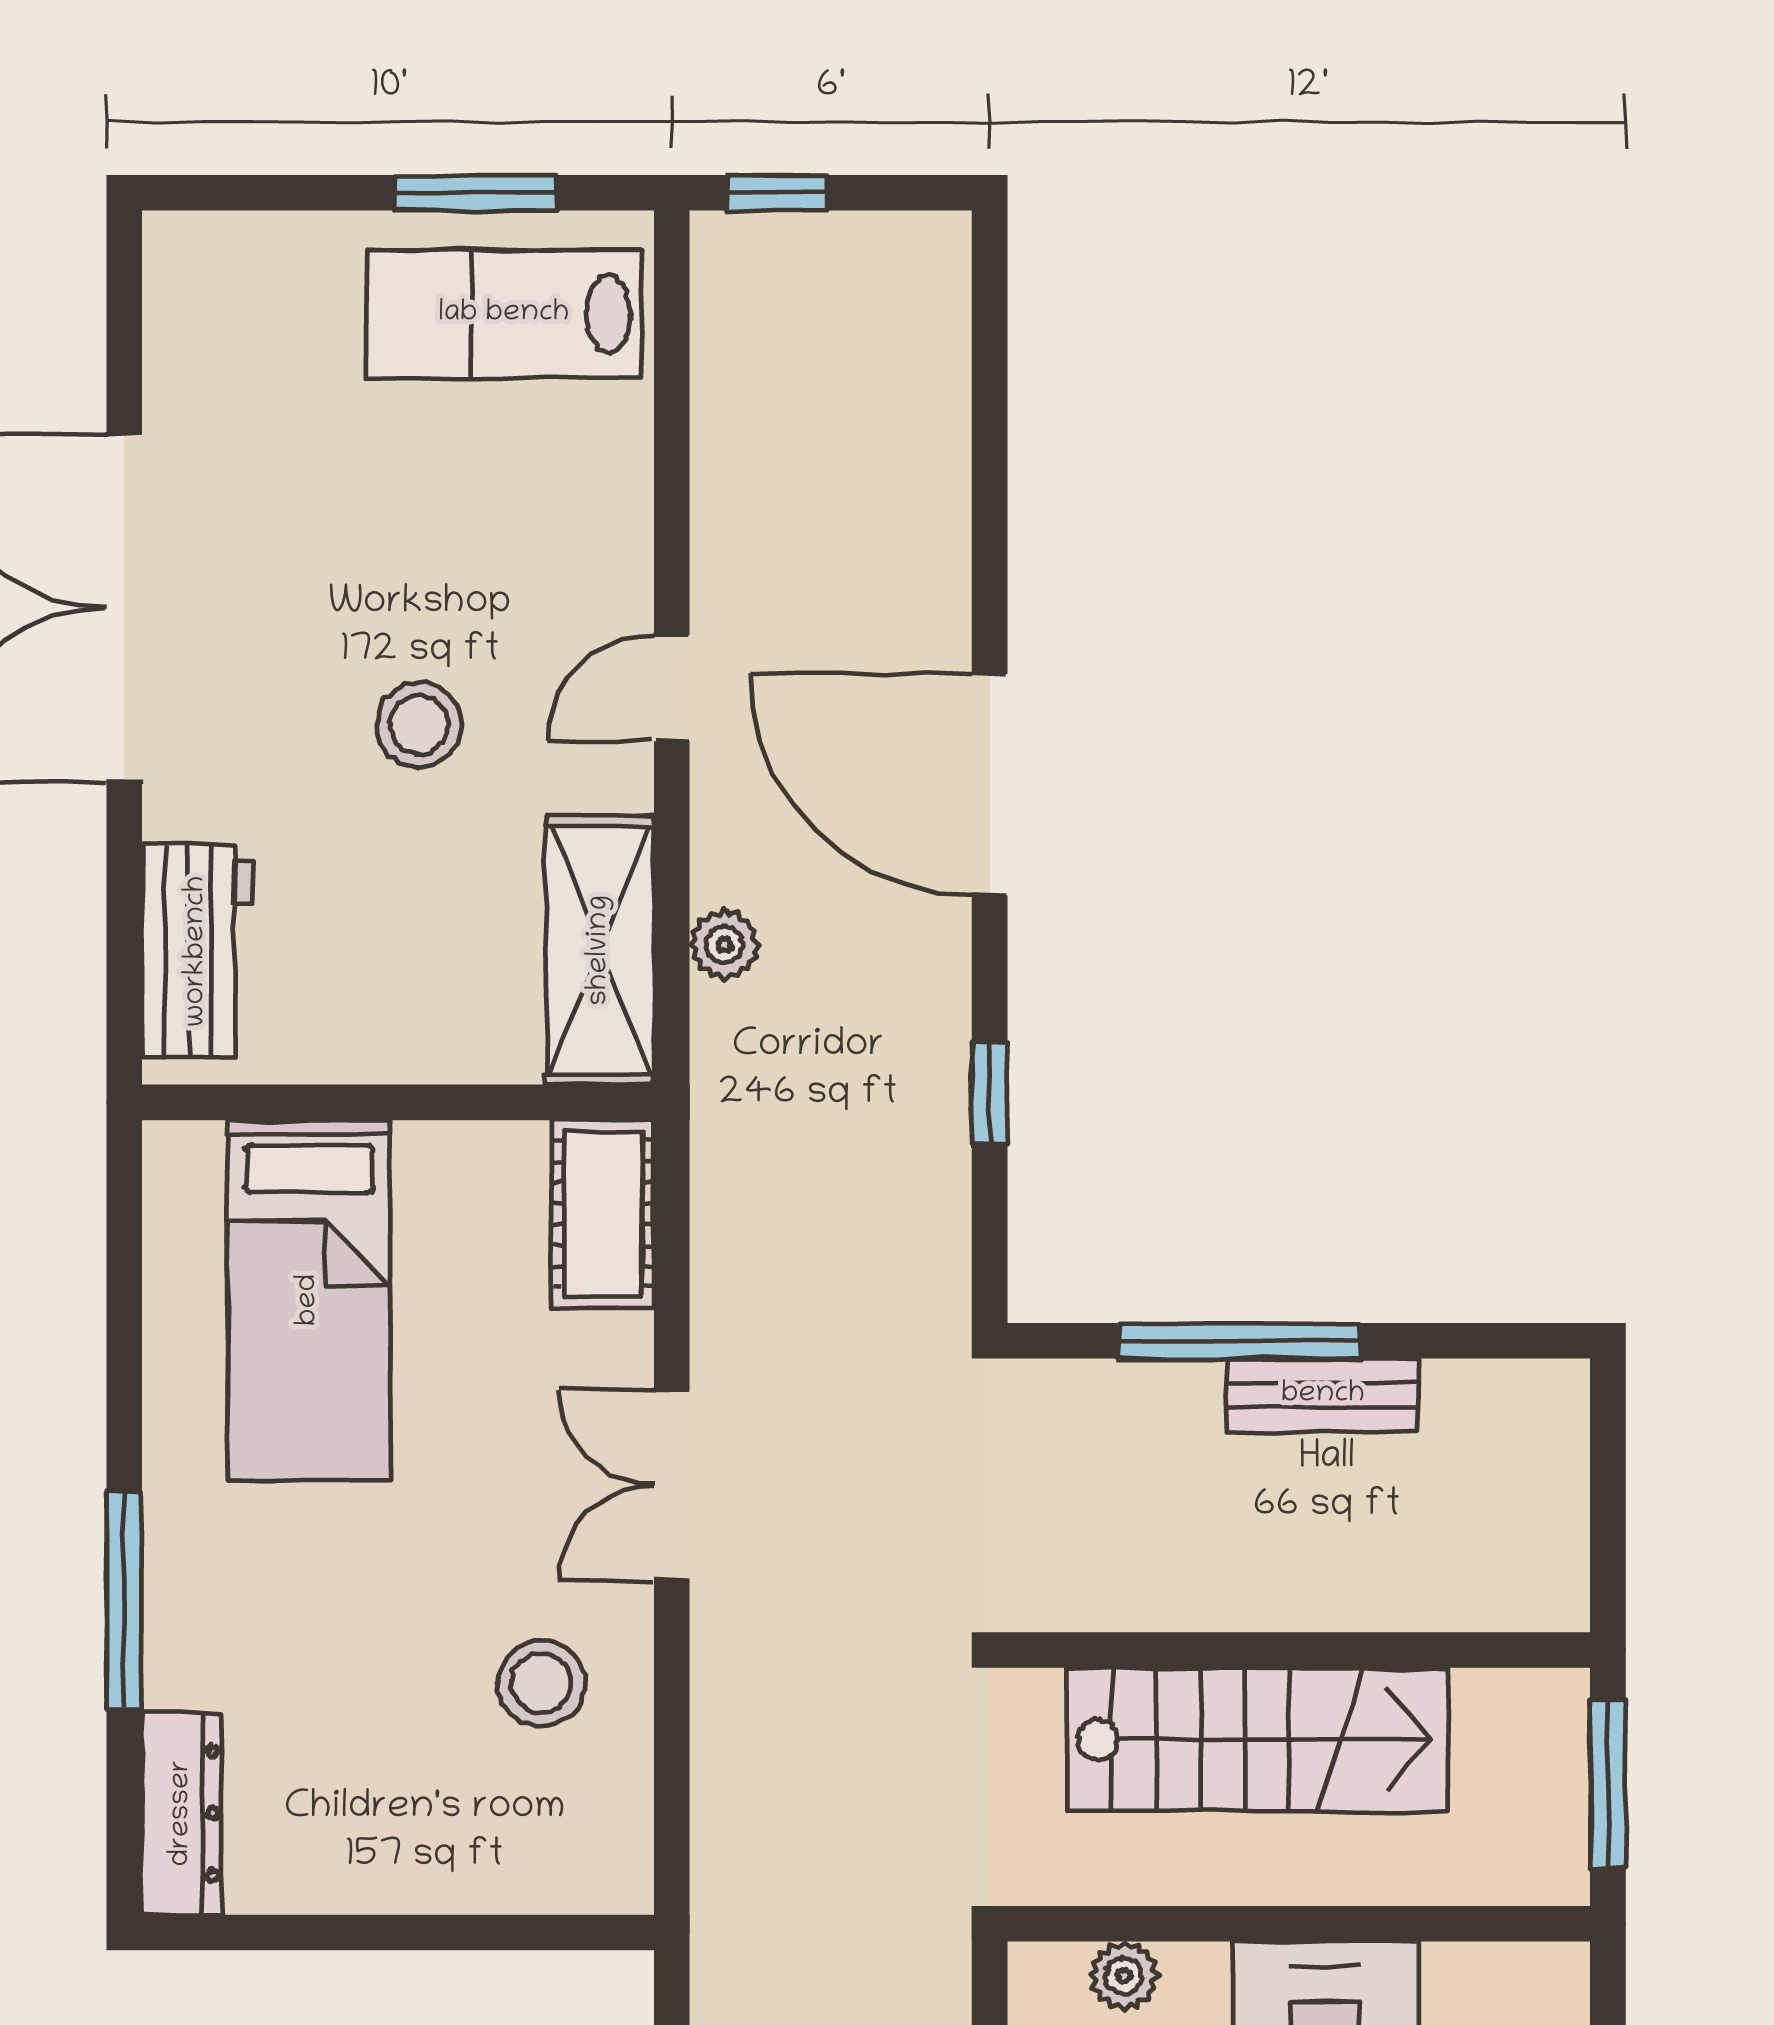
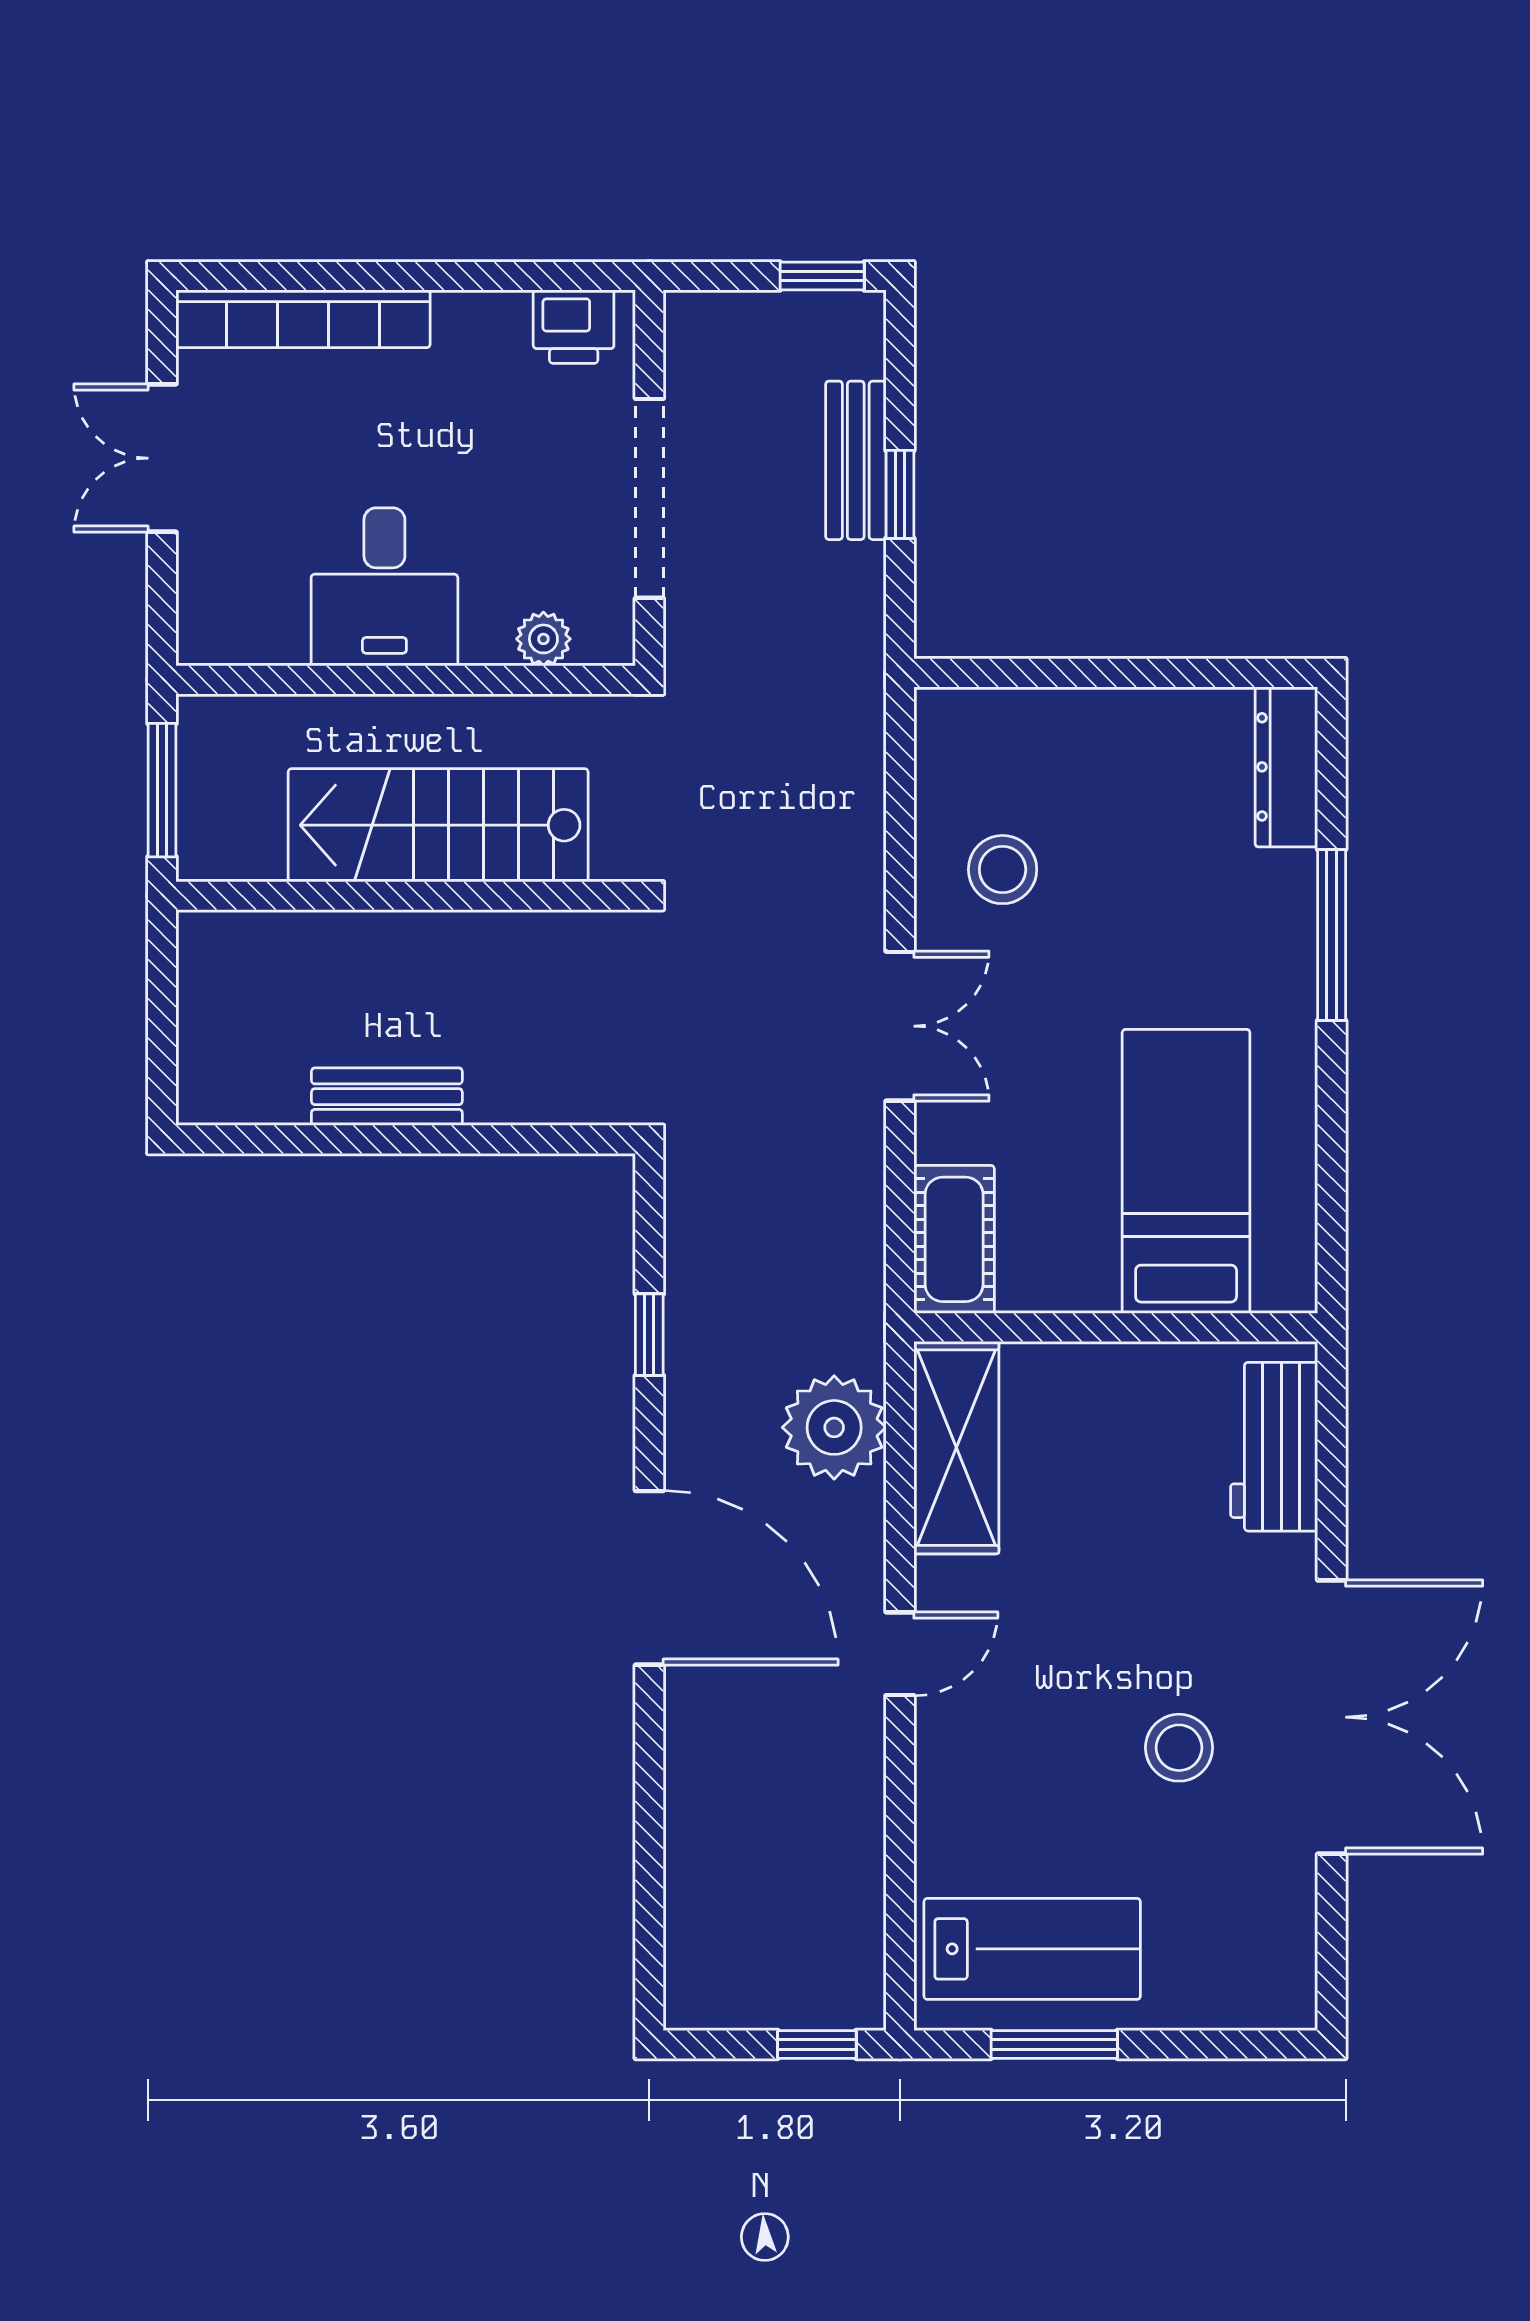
stool: (419, 725) -> (1179, 1748), moved
plant: (725, 945) -> (834, 1427), width x1.88, depth x1.88
window: (1239, 1341) -> (453, 1139), removed

